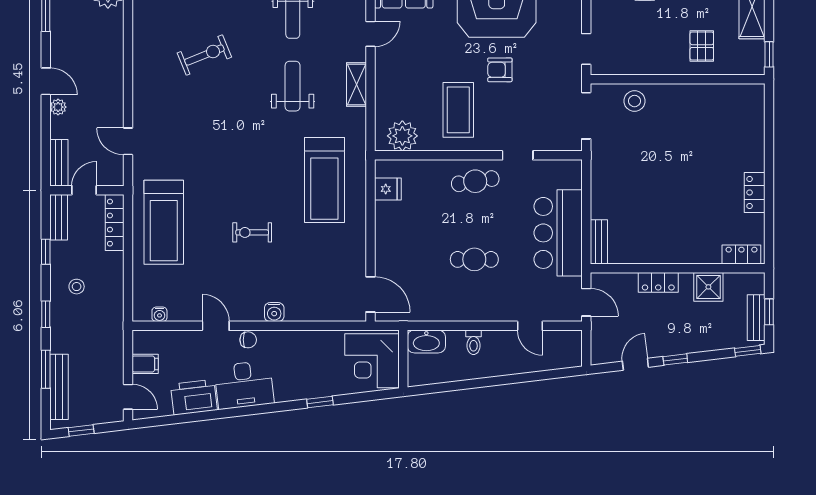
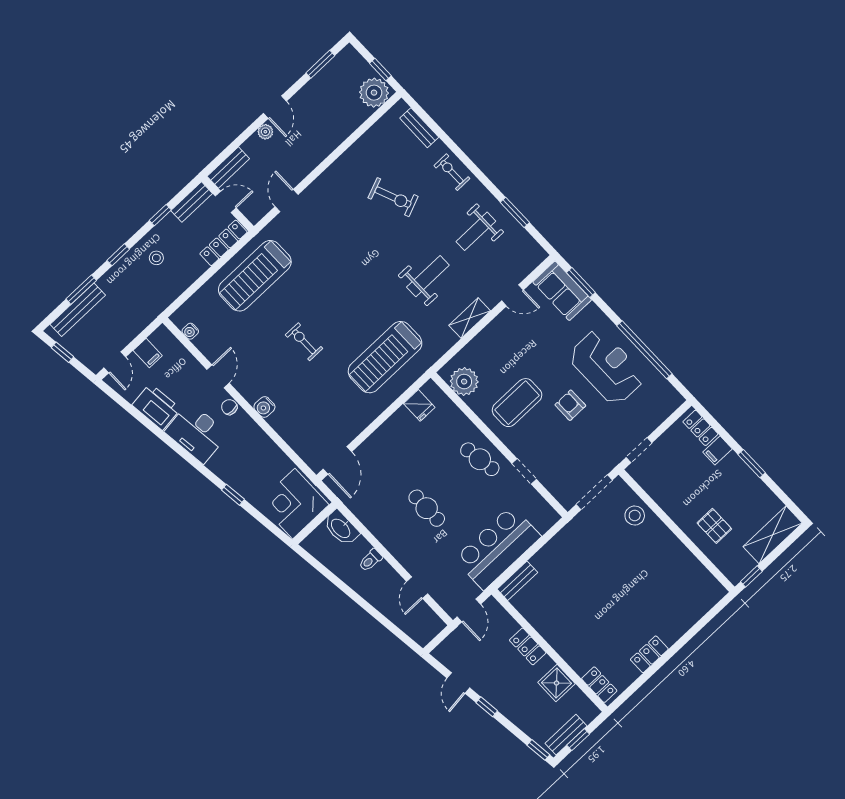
pallet: (702, 46) -> (714, 526), turned 90
chair: (248, 340) -> (229, 407), turned 180
door: (635, 364) -> (458, 683), swing flipped

